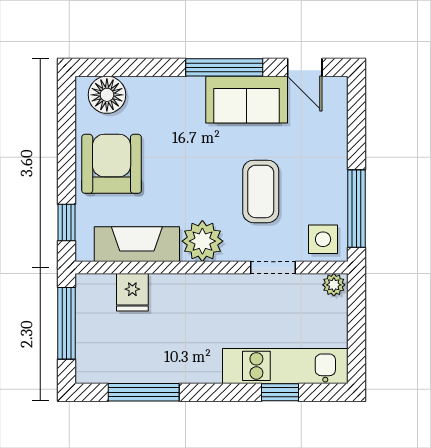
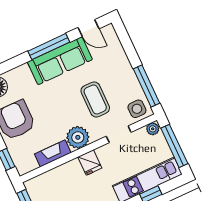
sofa: (247, 100) -> (60, 61), width x1.36
fireplace: (137, 244) -> (53, 153), width x0.73, depth x0.76
fridge: (132, 292) -> (90, 162), moved
window: (357, 330) -> (174, 146), added

